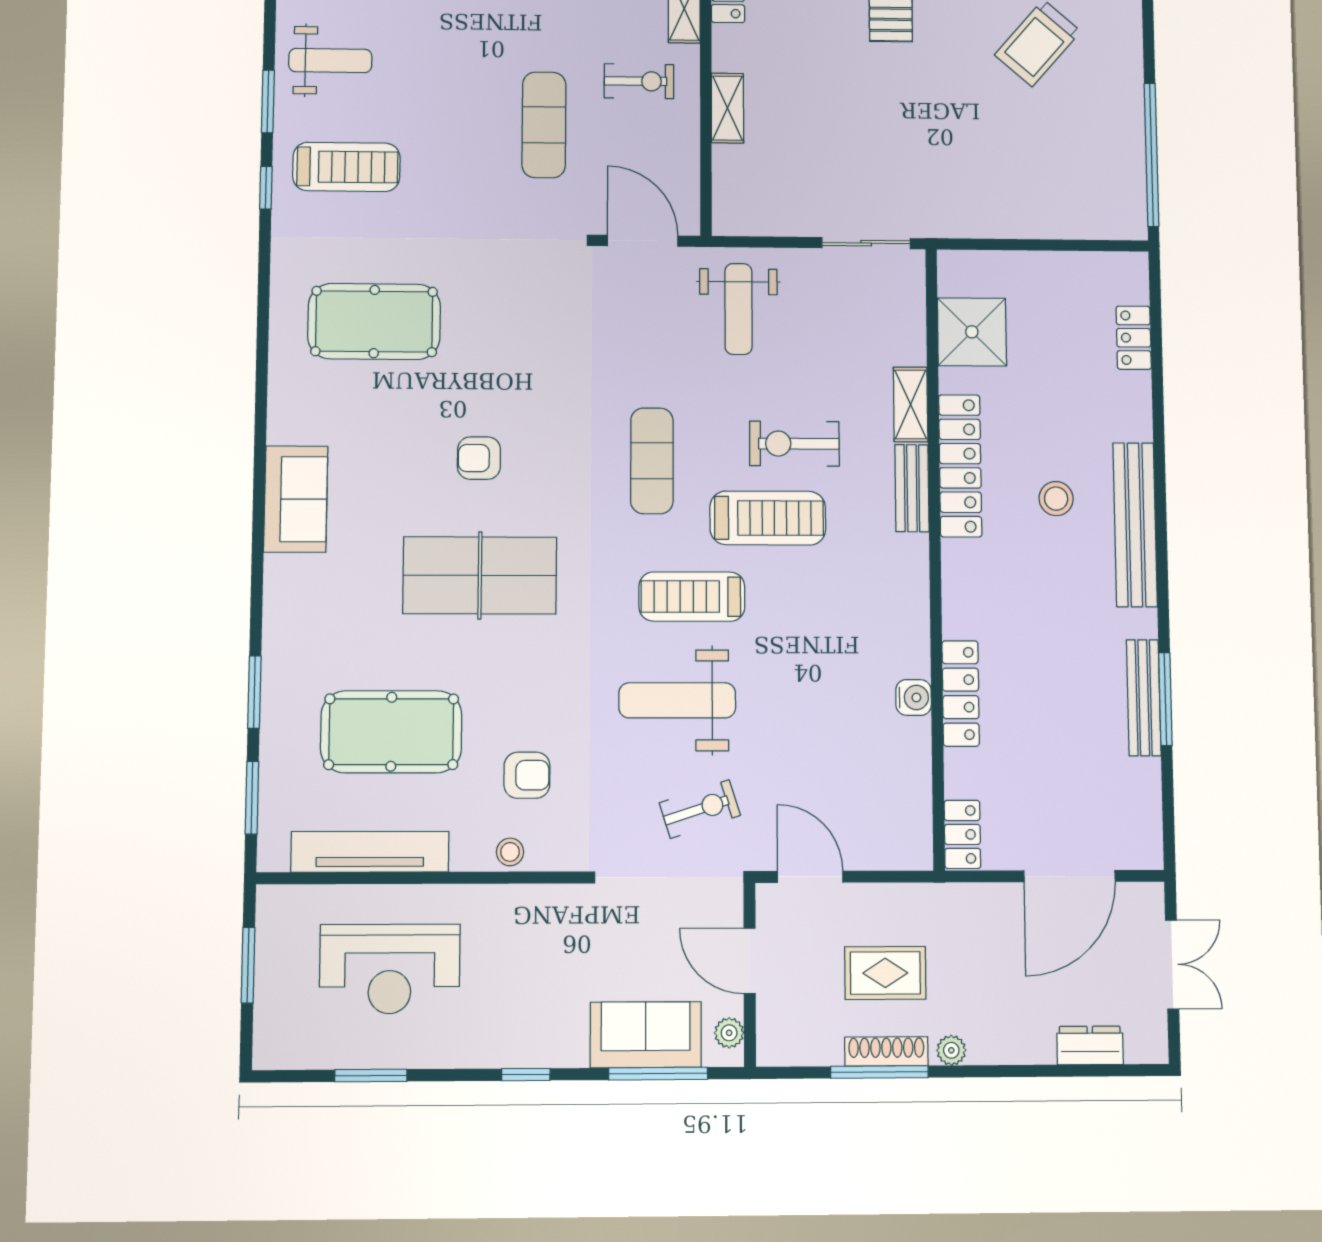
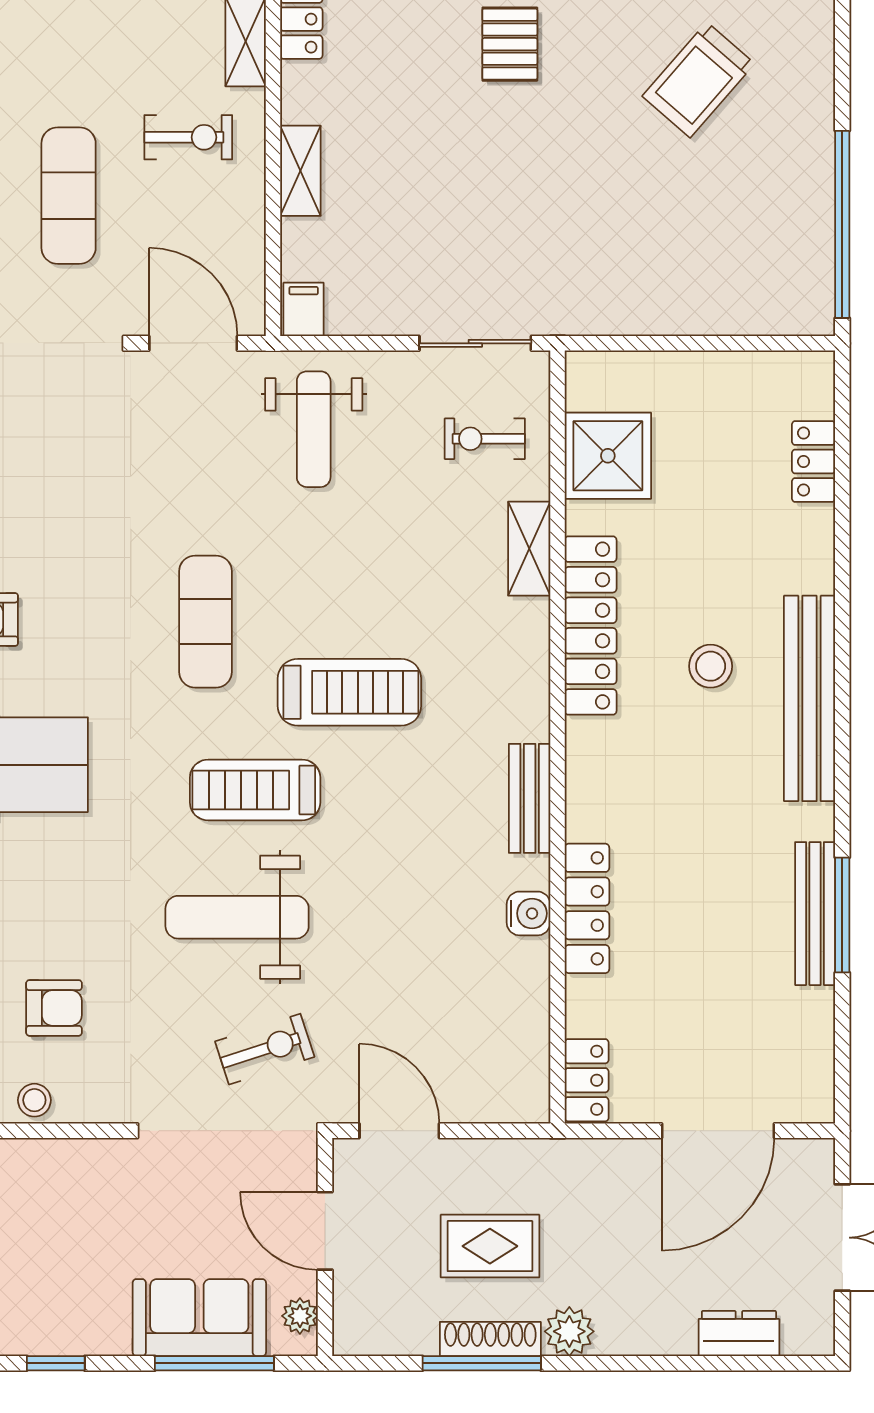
filing cabinet: (730, 215) -> (304, 309), added
exercise bike: (794, 444) -> (485, 439), moved, width x0.73, depth x0.72
bench: (912, 488) -> (530, 798), moved
plant: (951, 1050) -> (569, 1331), width x1.38, depth x1.38

